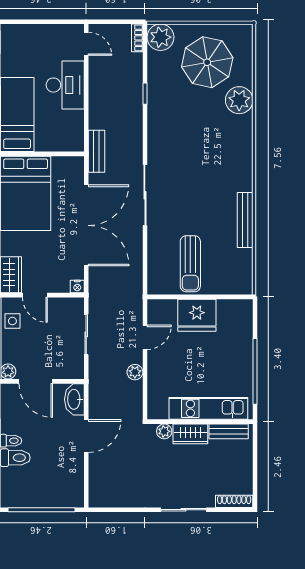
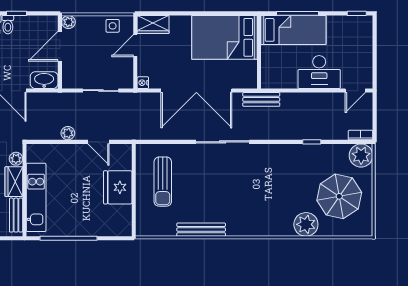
sun lounger: (190, 264) -> (163, 182), turned -90

